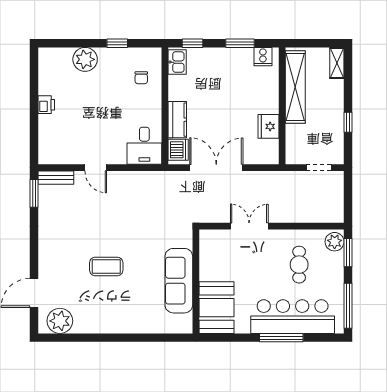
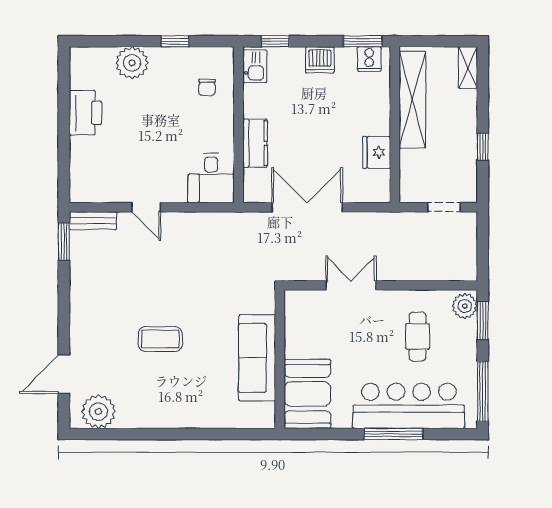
window: (240, 43) -> (363, 41), moved
printer: (46, 105) -> (85, 113), width x1.87, depth x1.48
dishwasher: (178, 150) -> (320, 60), moved, turned 90

